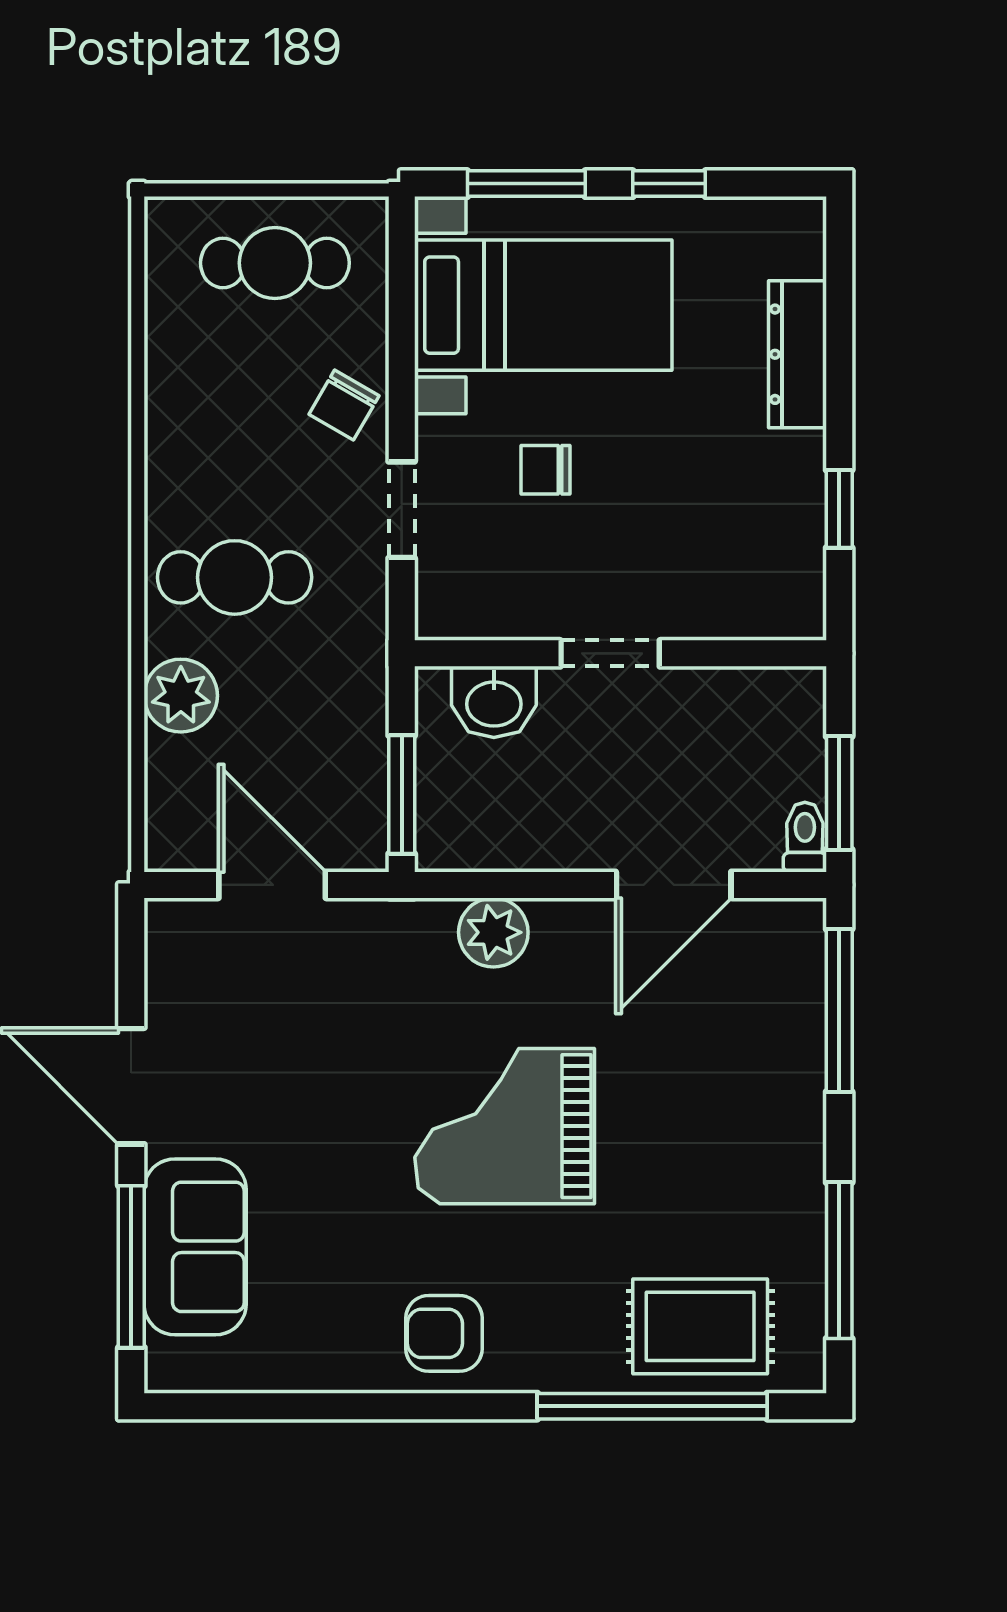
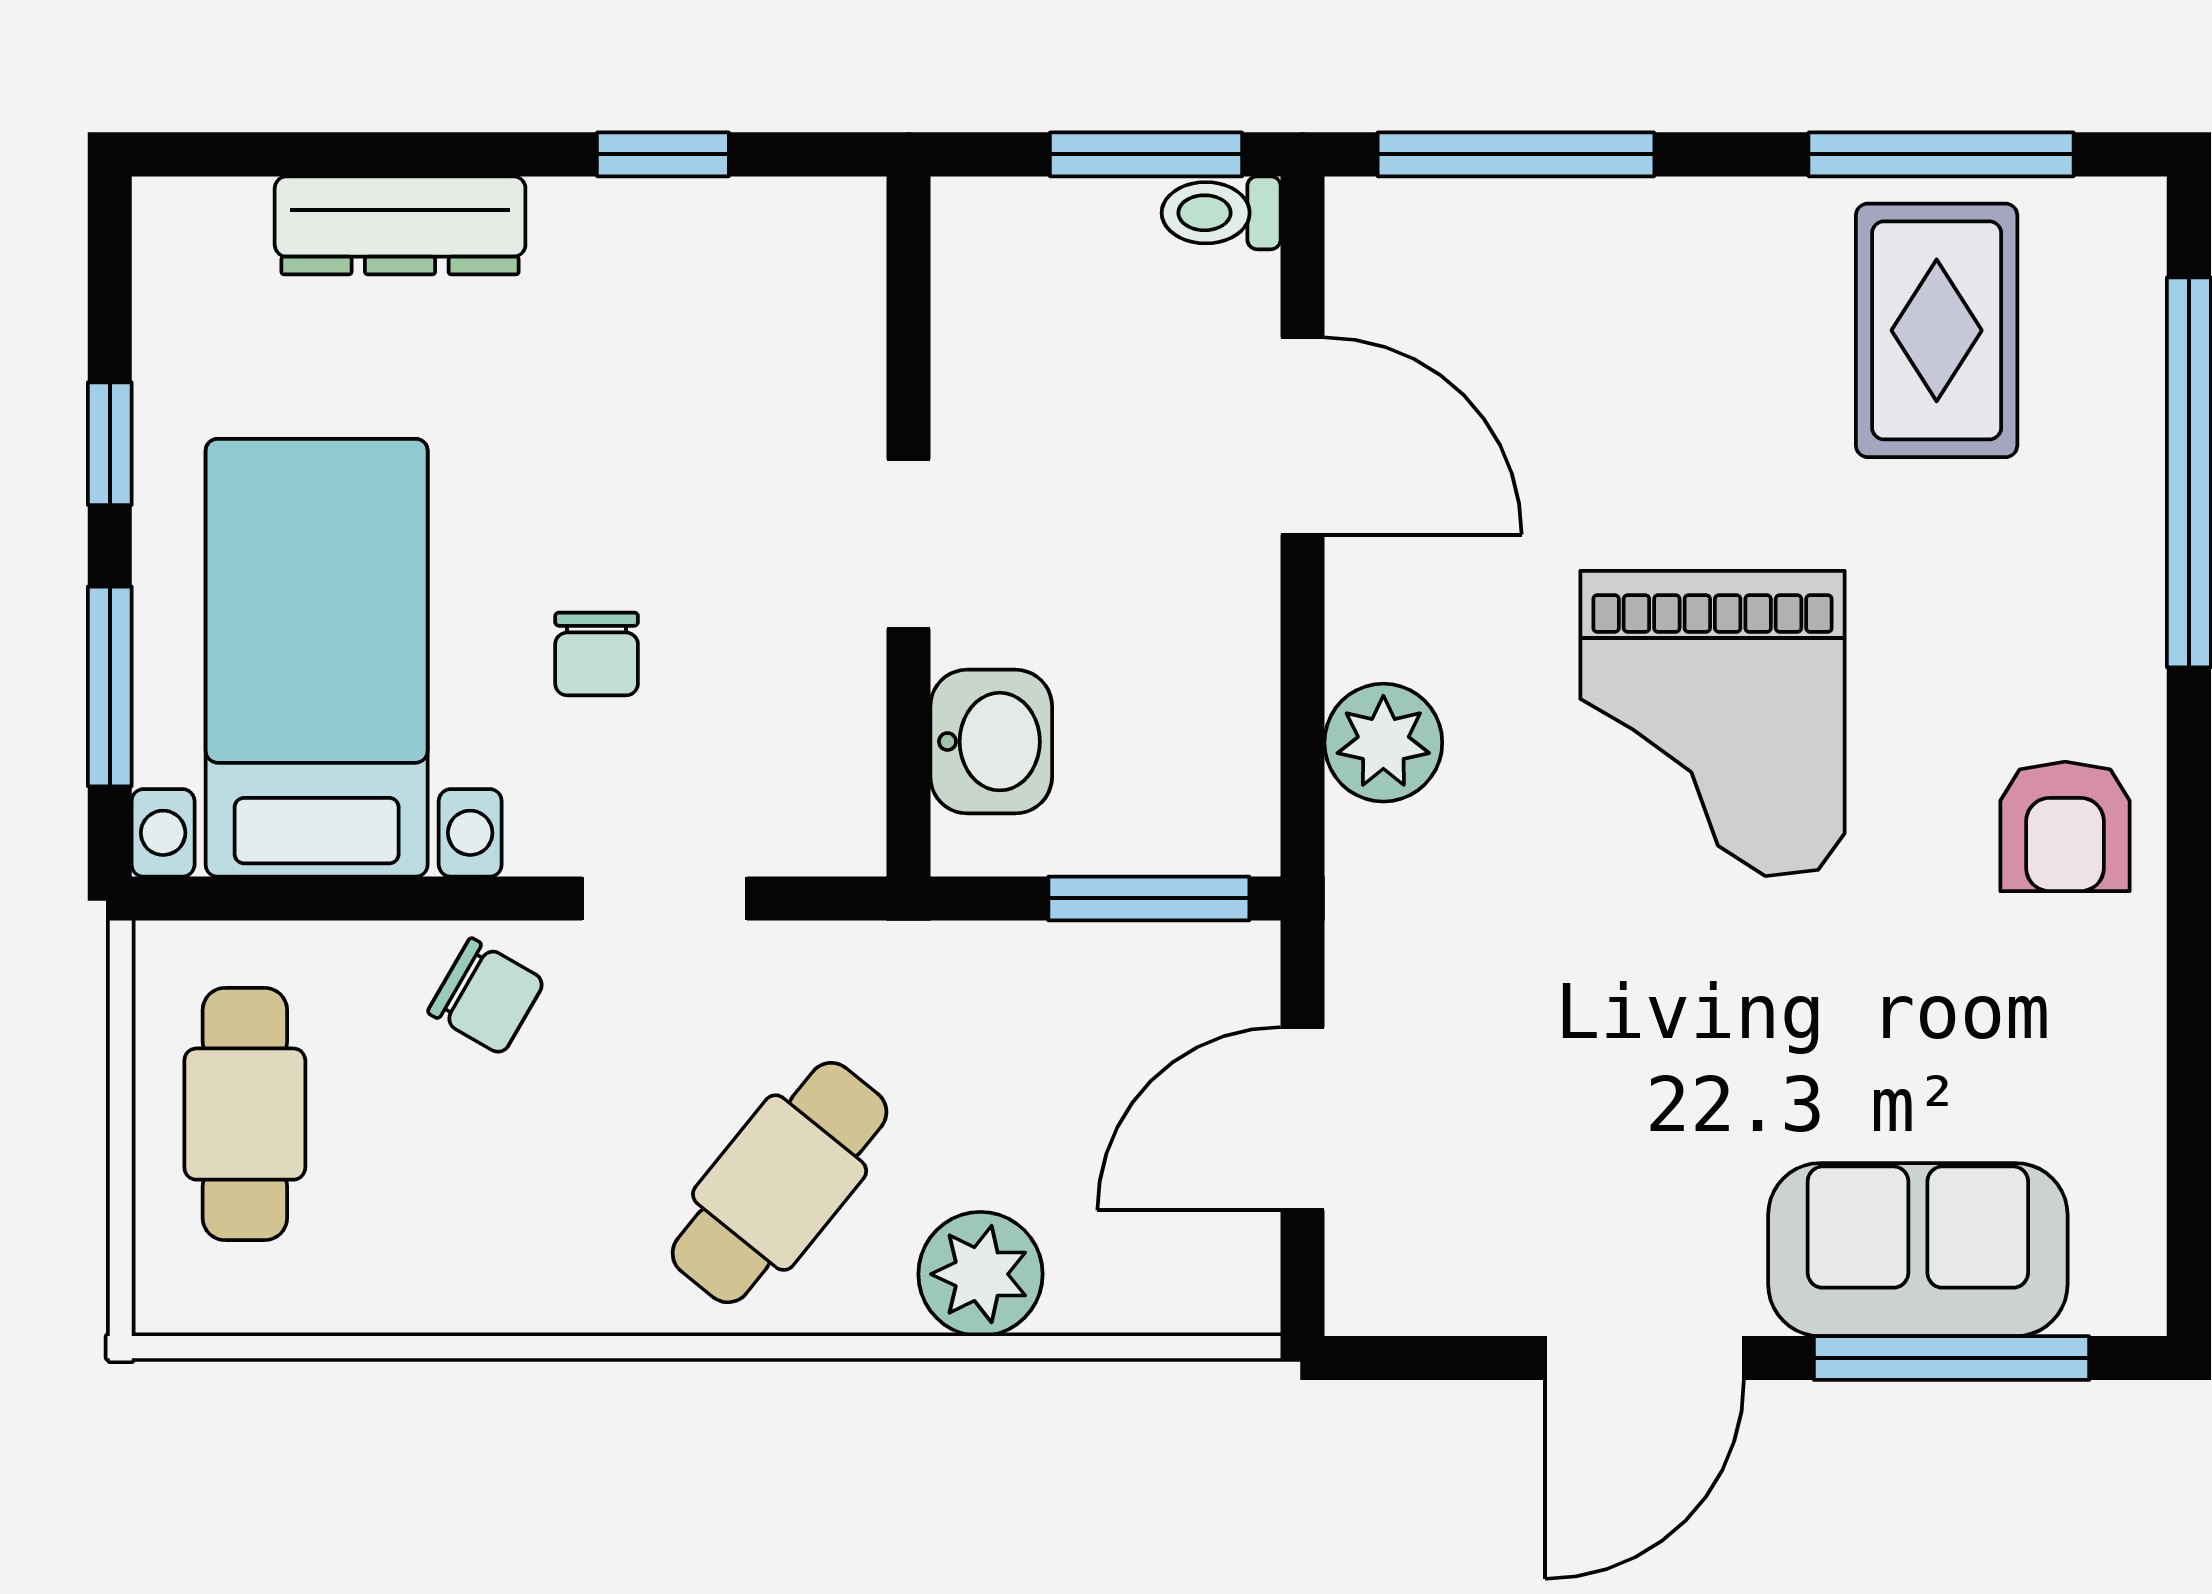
cafe table: (235, 577) -> (780, 1183), turned 39
rug: (700, 1326) -> (1937, 330), moved

